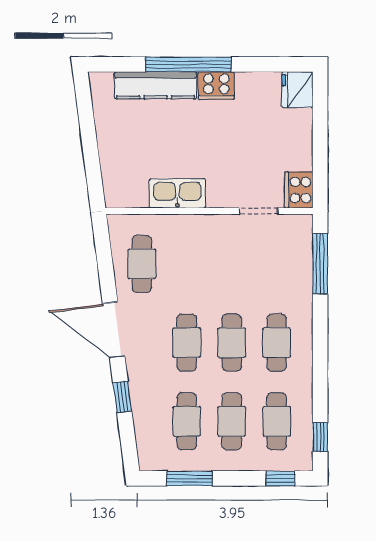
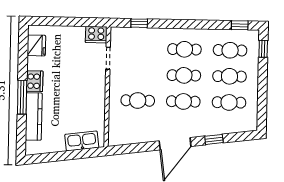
window: (188, 64) -> (22, 97), width x0.68
fridge: (297, 90) -> (36, 45), moved, turned -90
kitchen sink: (177, 193) -> (82, 141), moved, turned 83
cafe table: (142, 264) -> (138, 101), moved
window: (320, 264) -> (139, 23), width x0.46
window: (190, 478) -> (262, 102), removed

